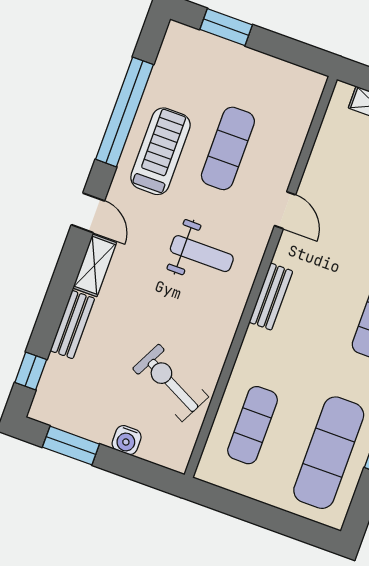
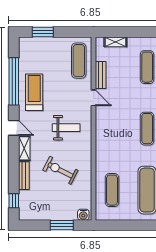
exercise mat: (228, 148) -> (79, 61), moved
bench: (271, 297) -> (101, 75), moved
exercise bike: (170, 383) -> (60, 170), moved
water cooler: (127, 440) -> (83, 215), moved
window: (71, 446) -> (62, 225), moved

